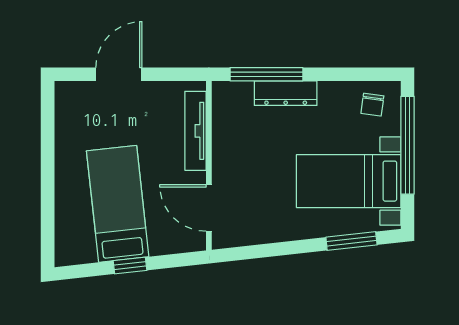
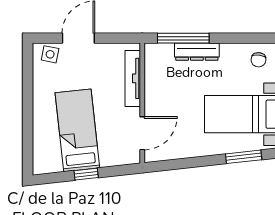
side table: (79, 97) -> (50, 54), added
door: (209, 208) -> (142, 133), swing flipped

